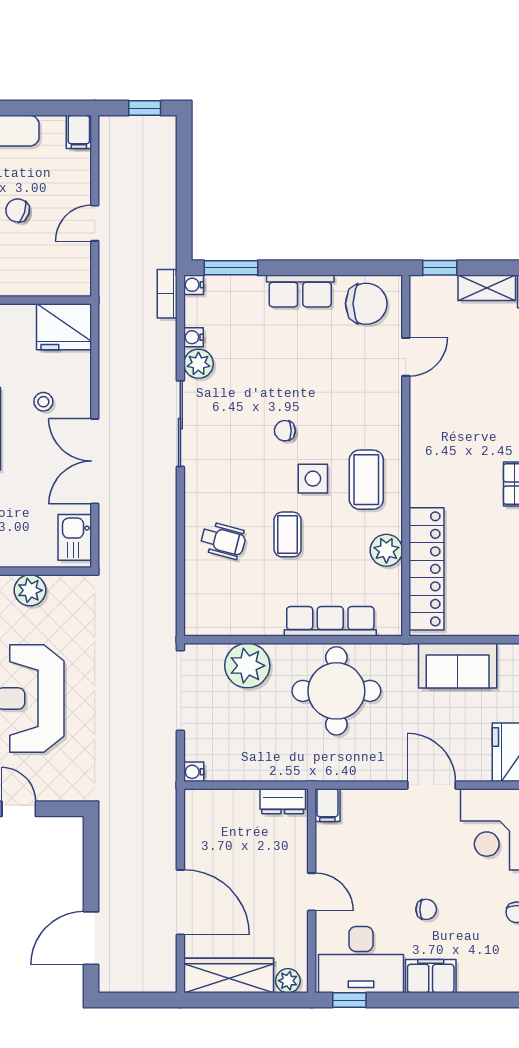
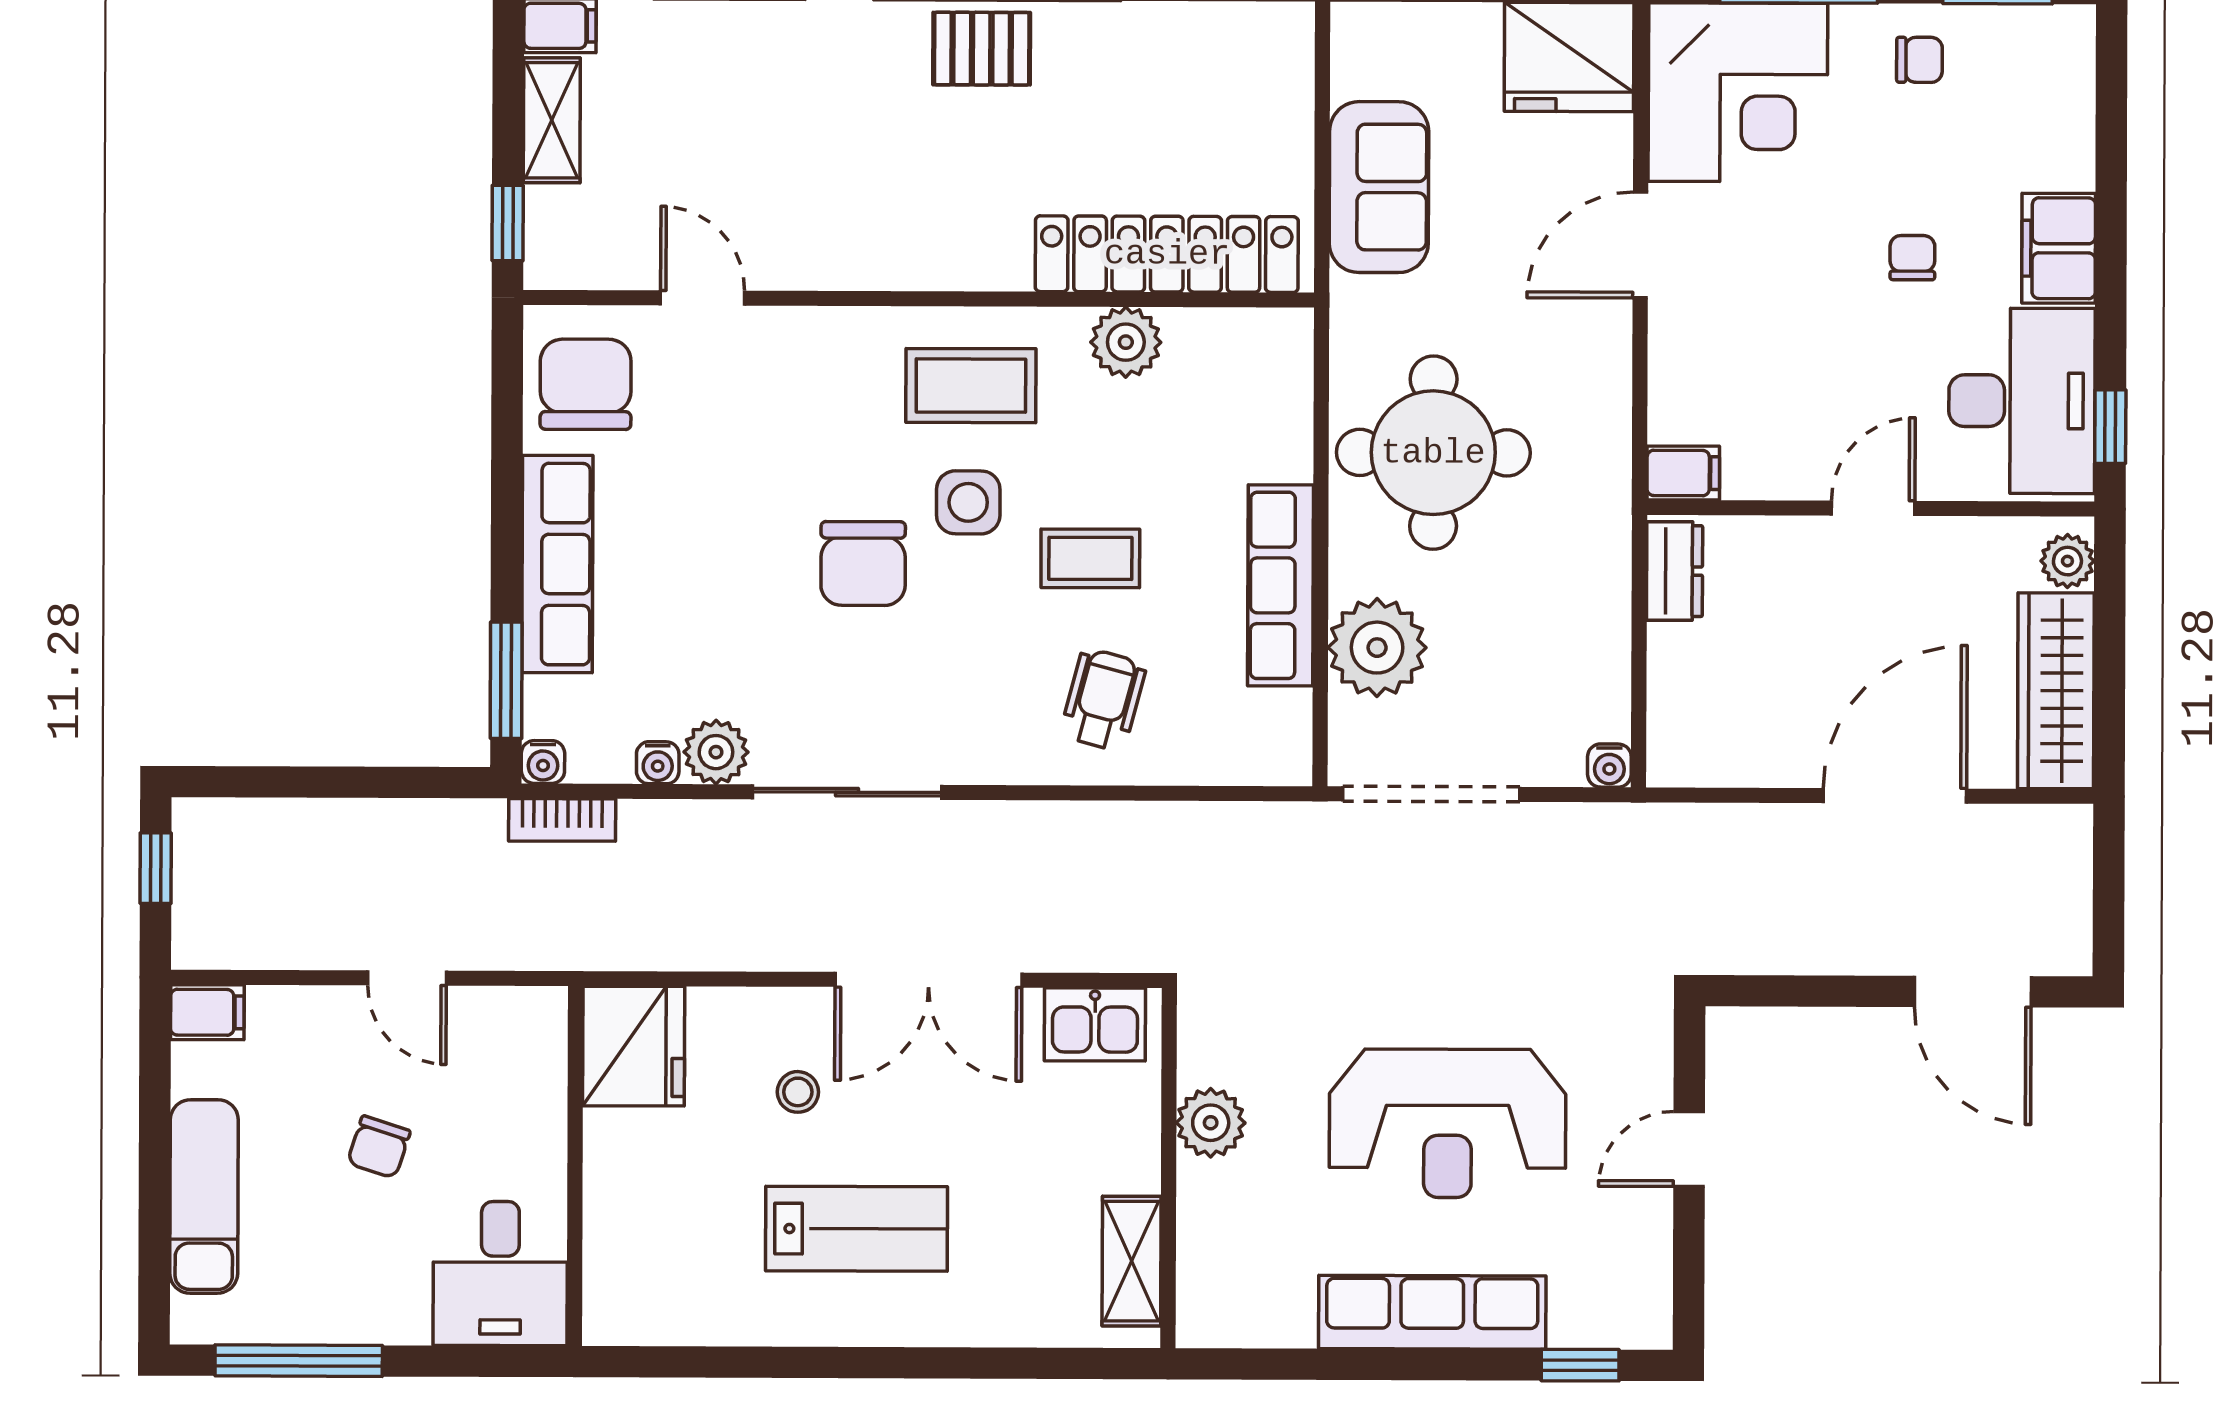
row of seats: (300, 291) -> (557, 564), width x1.48
chair: (285, 431) -> (863, 563), width x1.87, depth x1.87
row of seats: (330, 621) -> (1281, 585), moved

